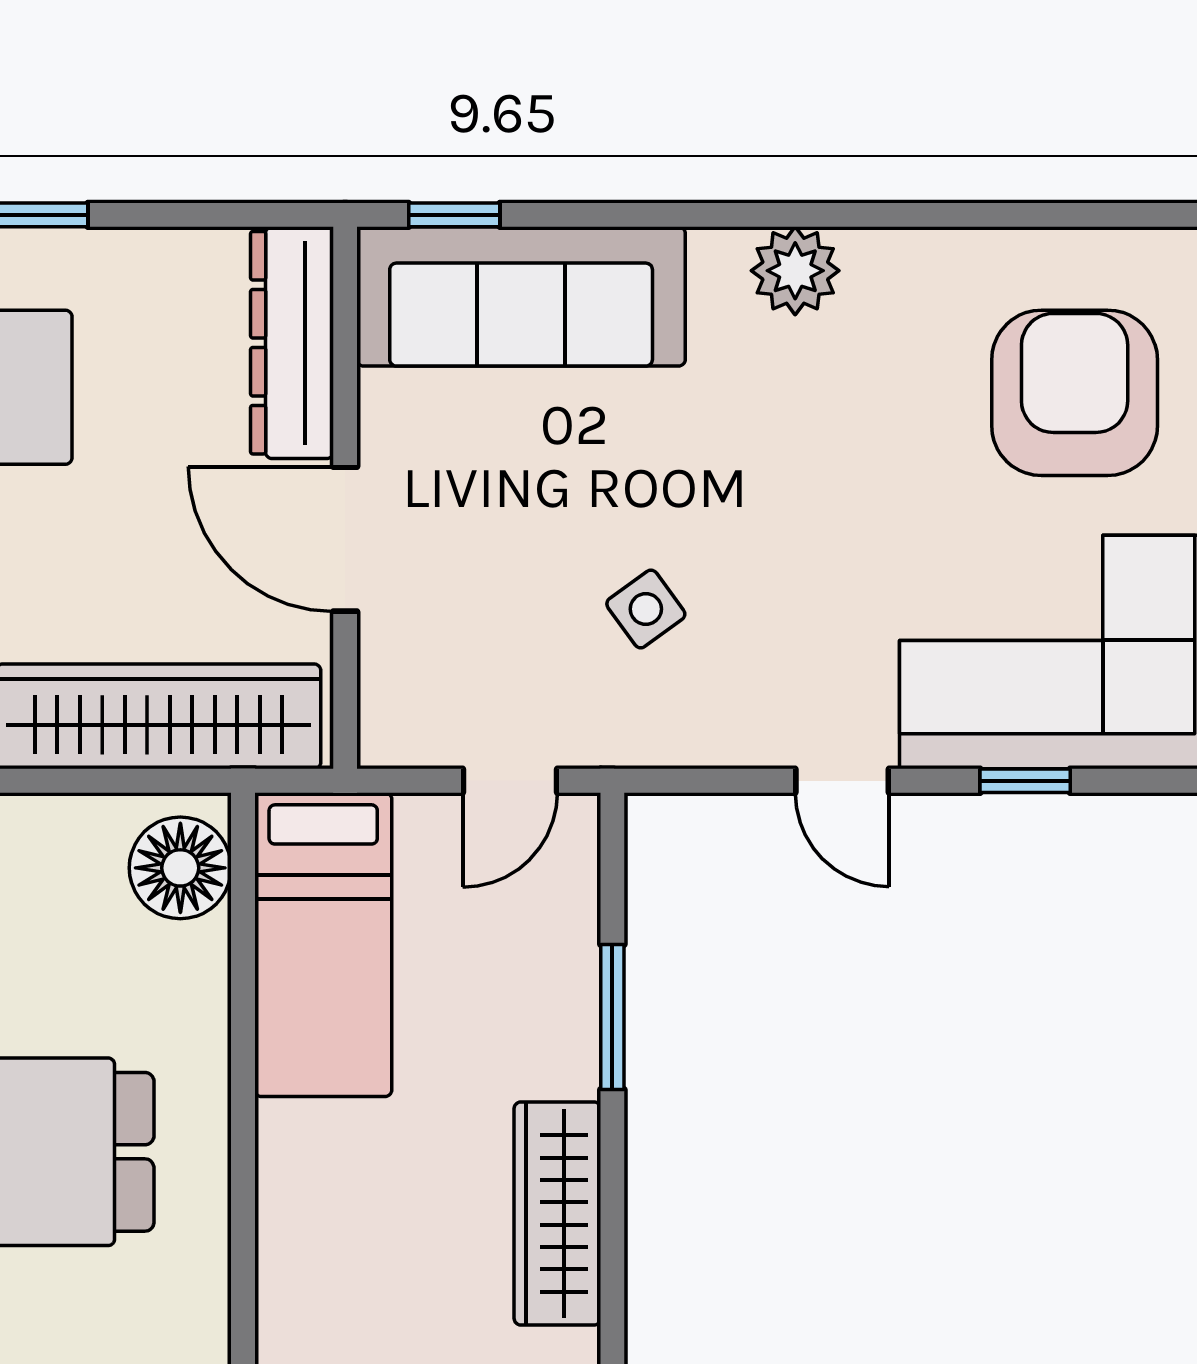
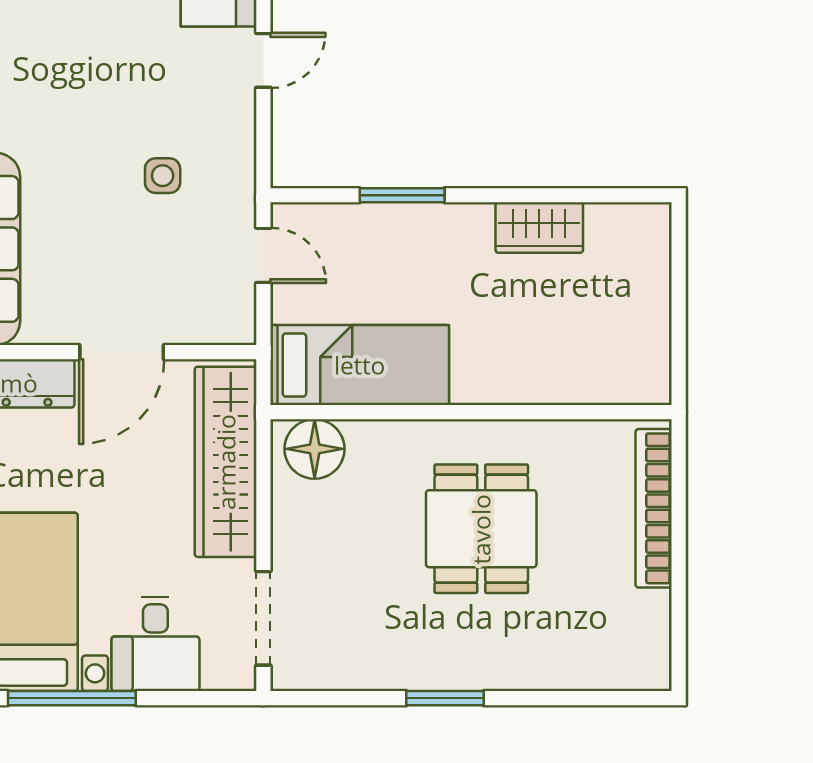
side table: (646, 609) -> (163, 176), turned 36
wardrobe: (557, 1213) -> (539, 228), width x0.67

